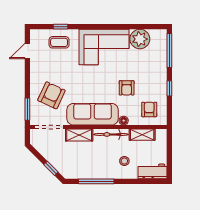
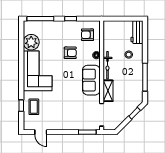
armchair: (51, 95) -> (76, 113), removed
sofa: (93, 114) -> (91, 80), width x0.73
shelving: (142, 135) -> (108, 40), removed

